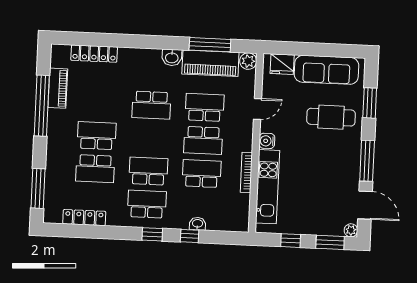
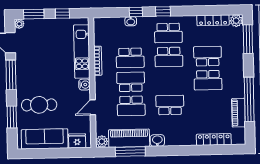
plant: (52, 215) -> (236, 21), added

